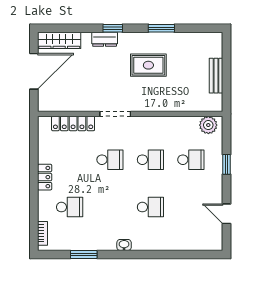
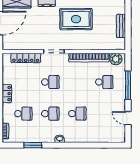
rug: (148, 65) -> (76, 19), width x1.36, depth x1.43
bookcase: (168, 123) -> (89, 58), added
school desk: (150, 160) -> (50, 114), moved
window: (226, 164) -> (128, 85), width x2.17

